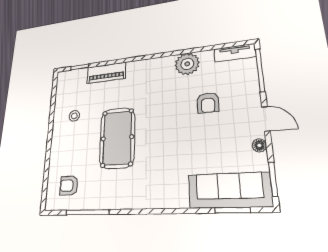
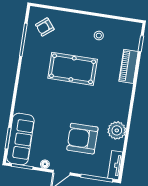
armchair: (208, 103) -> (82, 139), width x1.88, depth x1.88
armchair: (69, 186) -> (45, 27), turned -129

